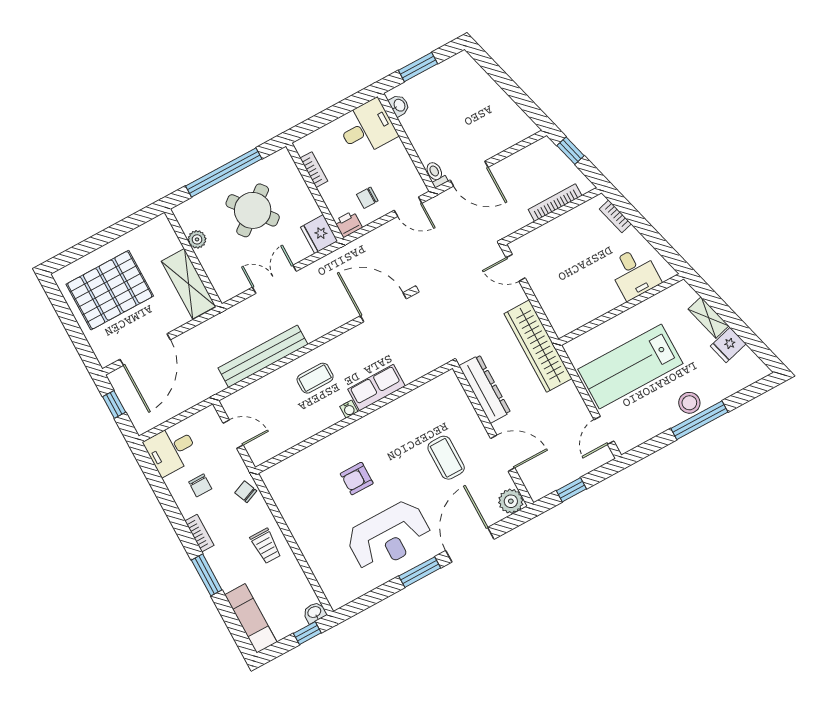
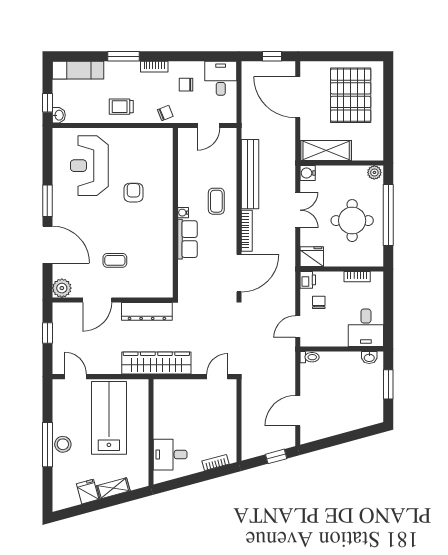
door: (469, 174) -> (298, 411), moved
bookcase: (555, 203) -> (247, 231), moved
round table: (253, 210) -> (352, 221), turned 38
plant: (197, 239) -> (374, 172), moved
water cooler: (226, 291) -> (308, 173), added
coffee table: (446, 458) -> (115, 260), width x0.73, depth x0.77
reception desk: (389, 536) -> (89, 166), moved

